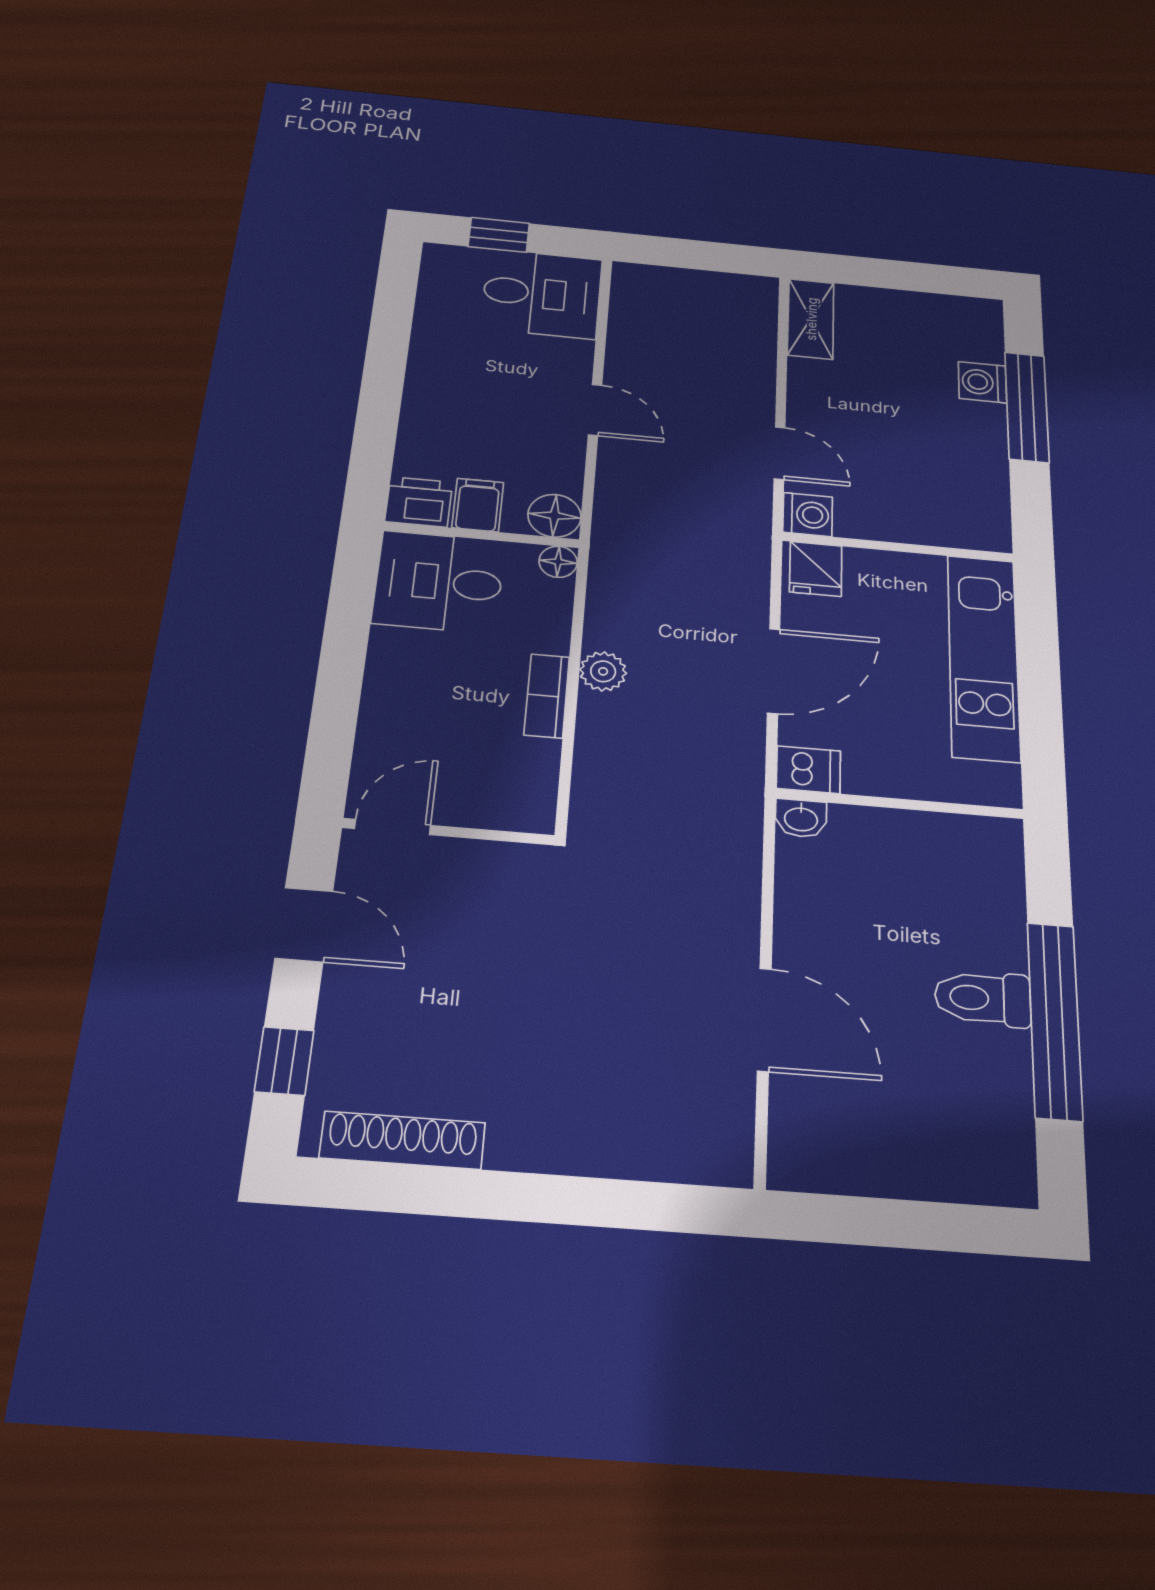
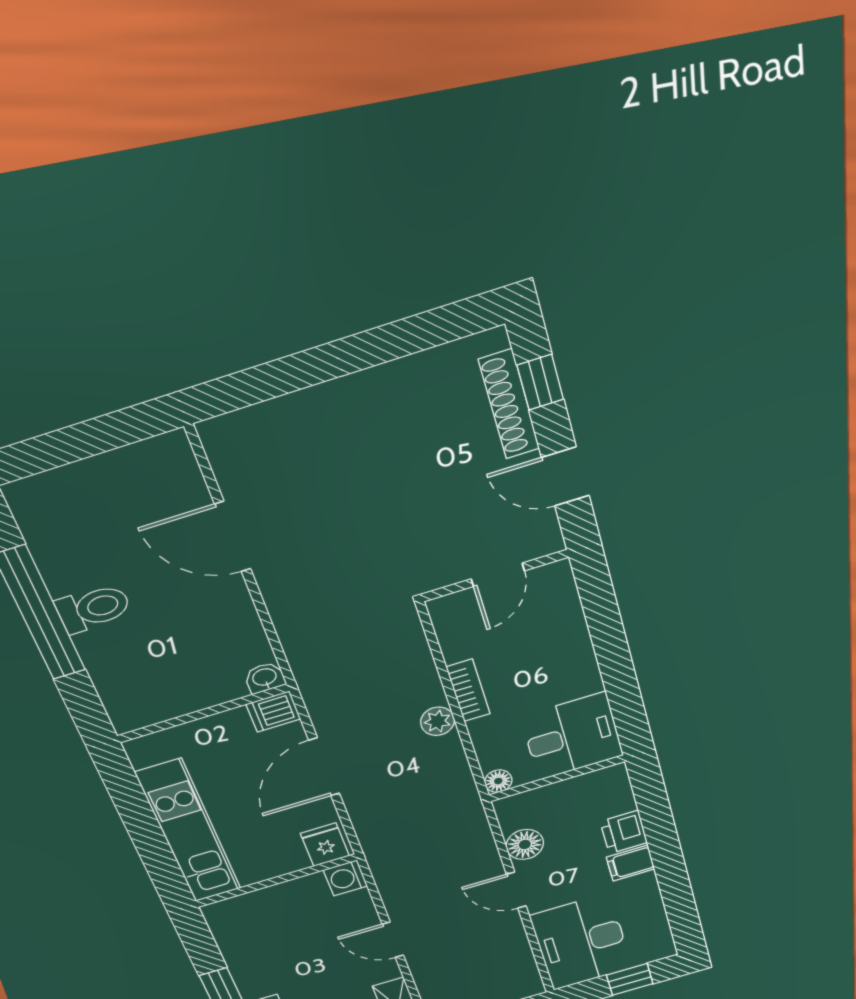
desk: (542, 294) -> (581, 942), width x1.37
door: (780, 453) -> (393, 940), moved
printer: (419, 502) -> (624, 832), moved, turned 90
filing cabinet: (478, 505) -> (630, 863), moved, turned 90
floor lamp: (554, 516) -> (525, 844), moved
door: (393, 827) -> (498, 575), moved
shoe rack: (403, 1140) -> (509, 404), moved, turned 90

